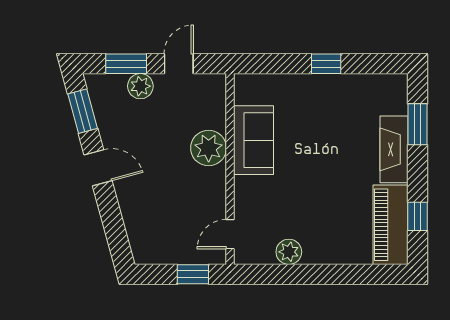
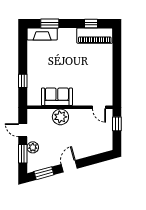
window: (326, 64) -> (23, 81), moved
fireplace: (394, 149) -> (42, 34), moved
plant: (289, 252) -> (107, 81), removed

